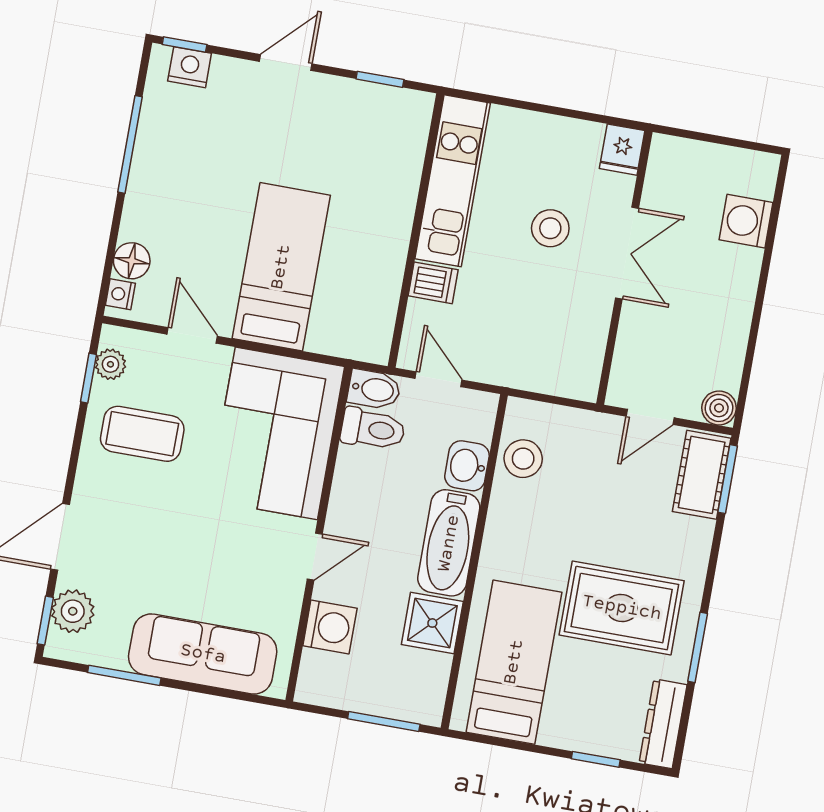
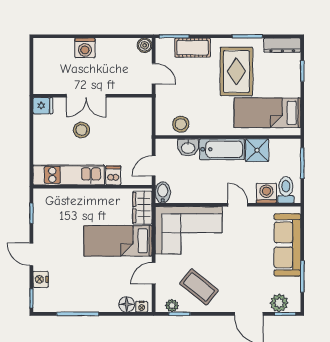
nightstand: (190, 67) -> (41, 279), moved
washing machine: (746, 221) -> (85, 48), moved
double door: (627, 253) -> (86, 96), swing flipped
wardrobe: (347, 336) -> (142, 208), added
toilet: (373, 429) -> (286, 190), moved
coffee table: (142, 434) -> (199, 287), turned -51
cot: (702, 475) -> (193, 48), moved

